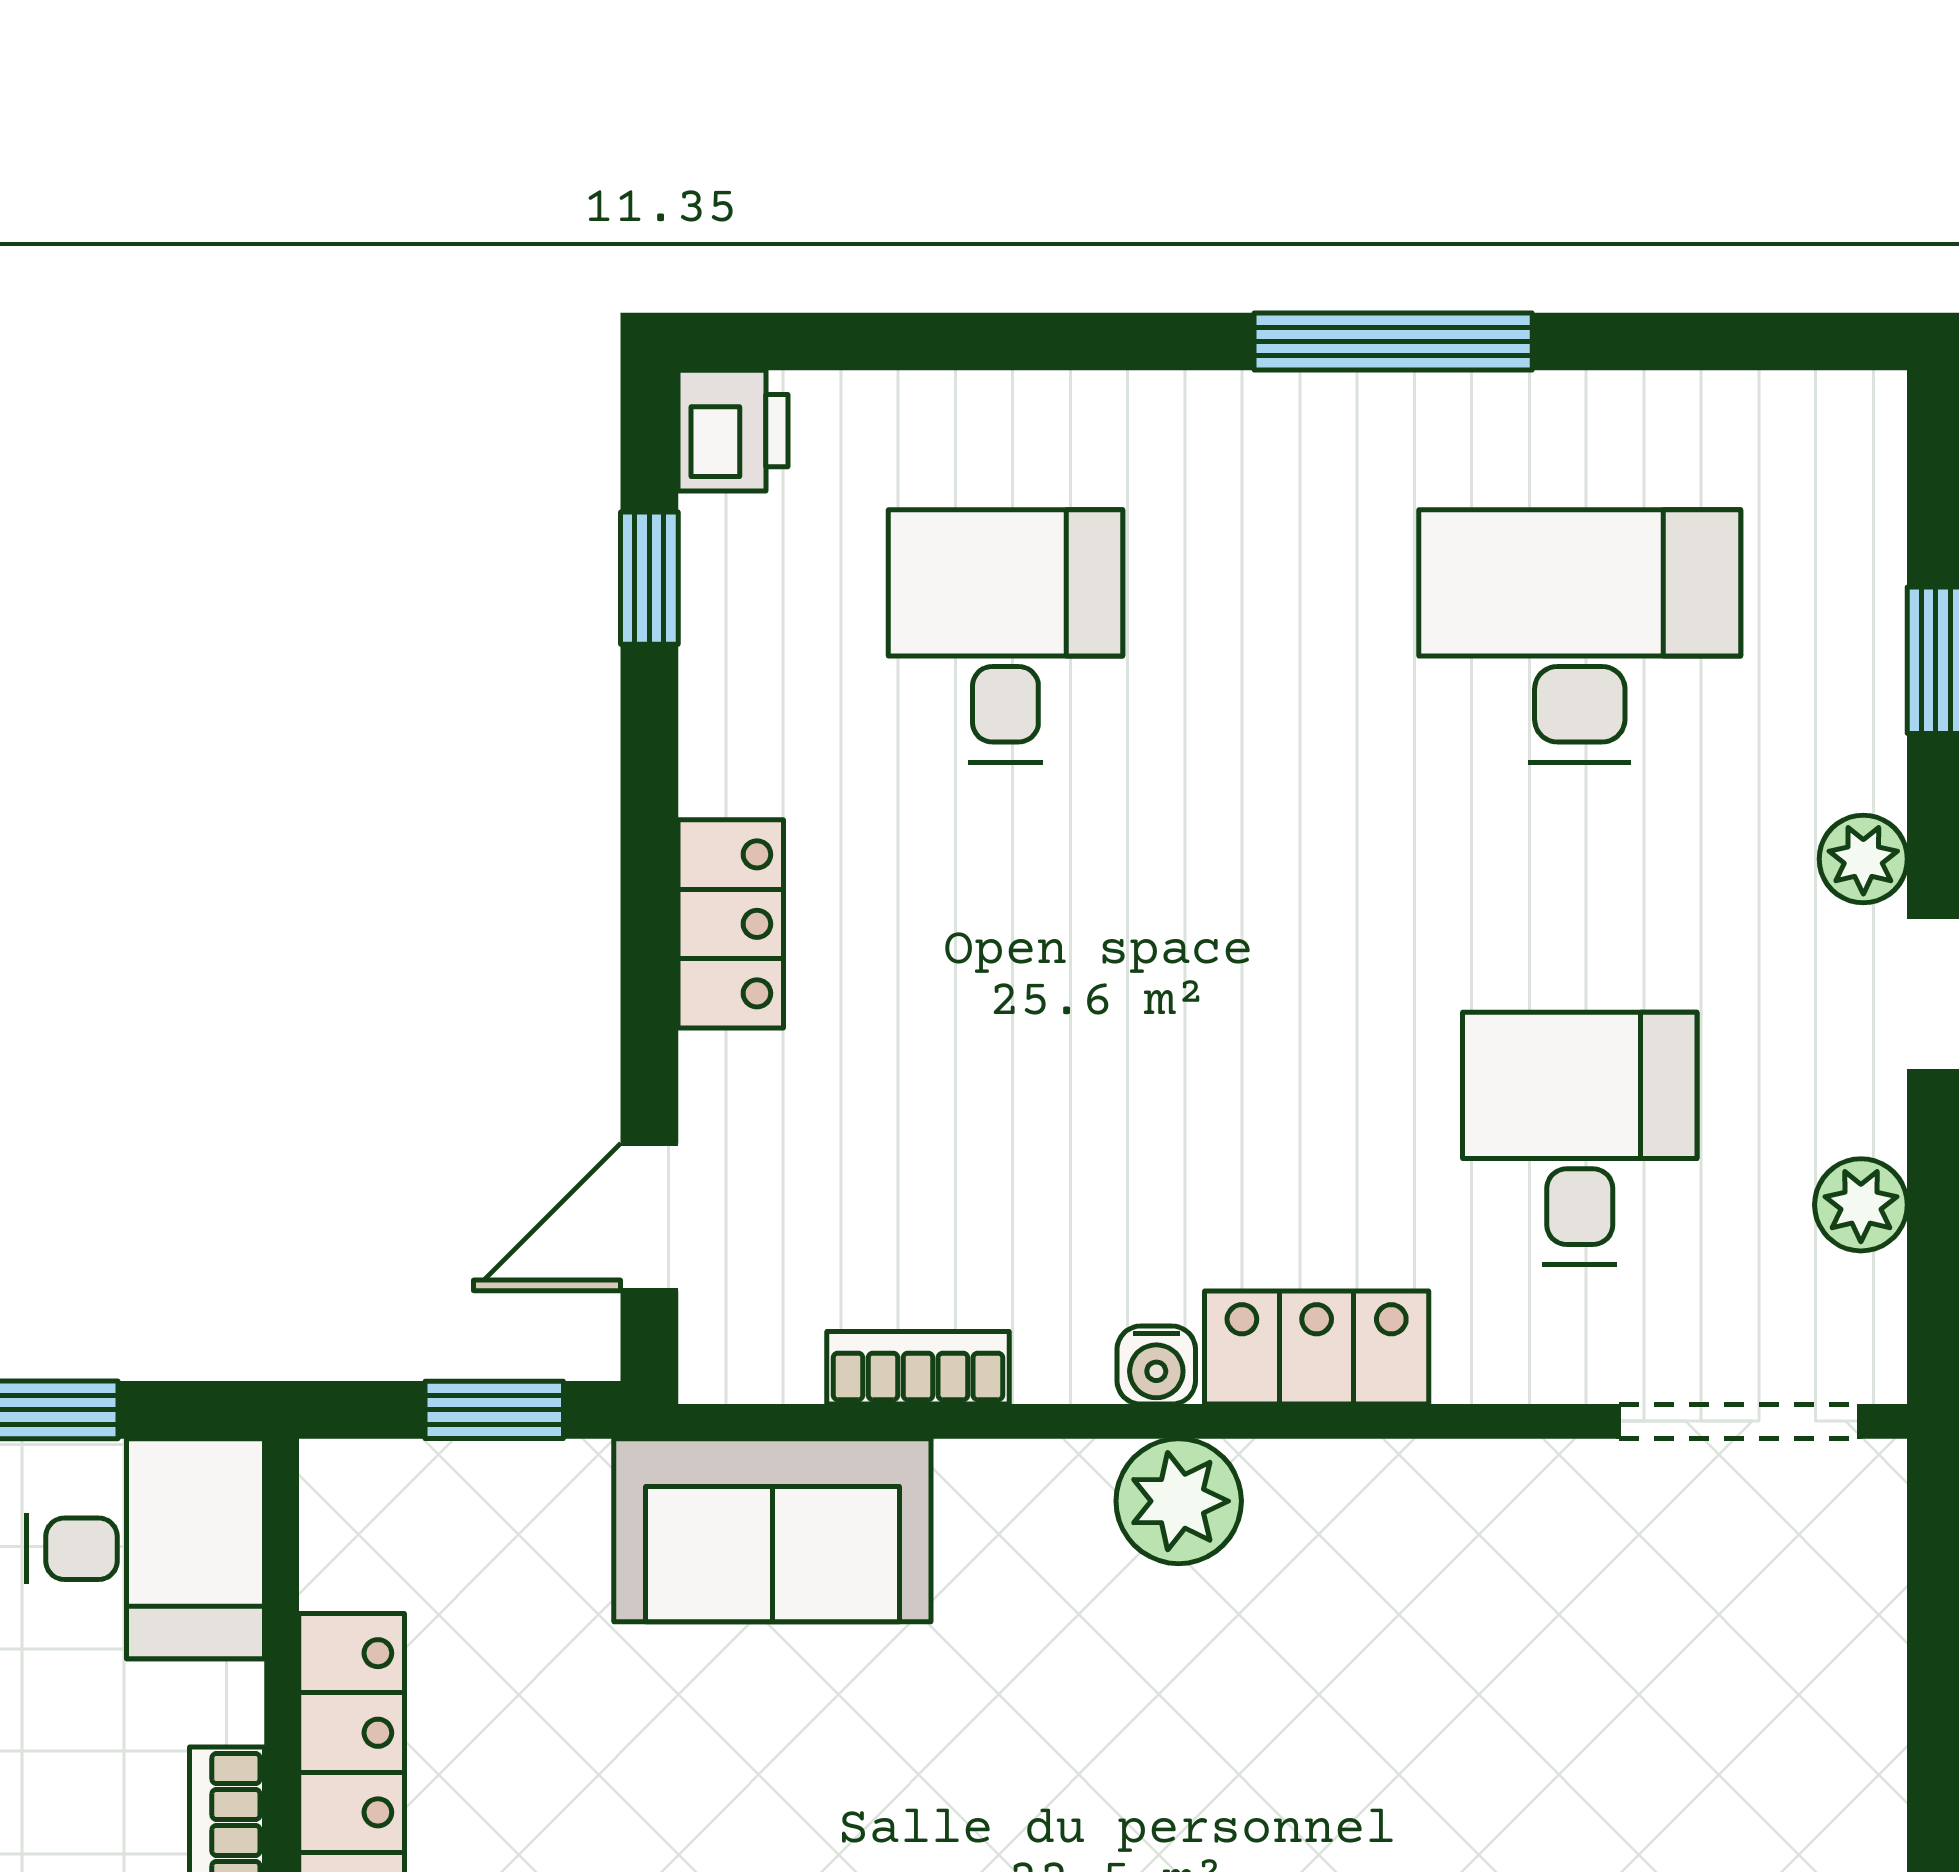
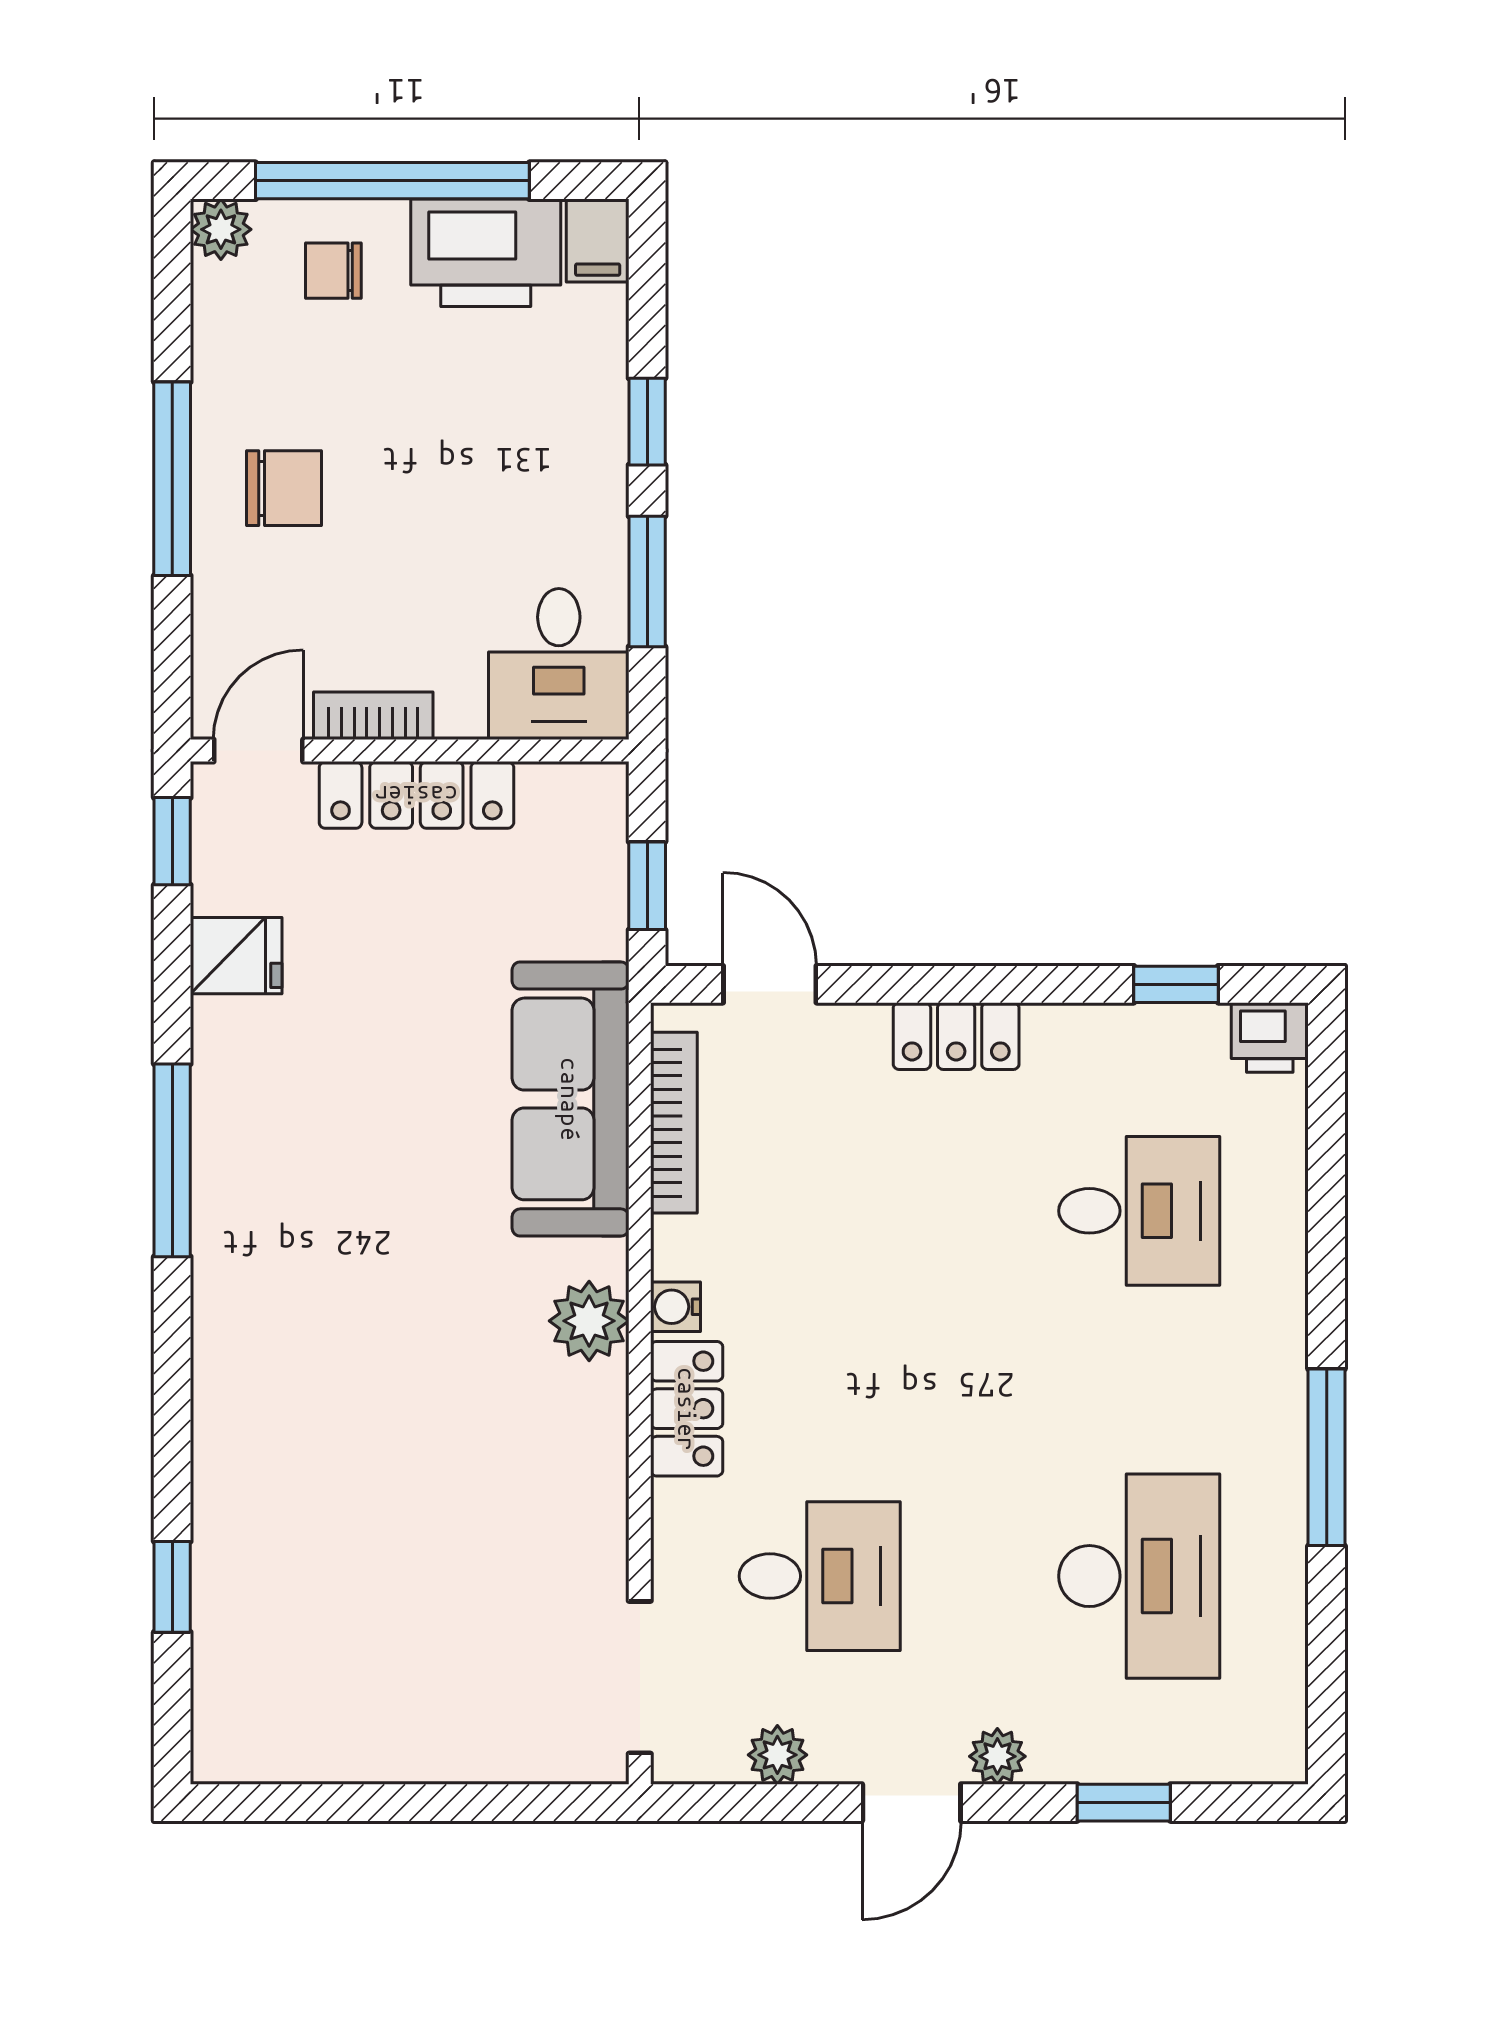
bookcase: (918, 1368) -> (674, 1123), width x1.56
sofa: (772, 1530) -> (570, 1099), width x1.36

